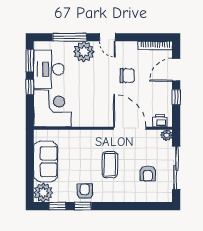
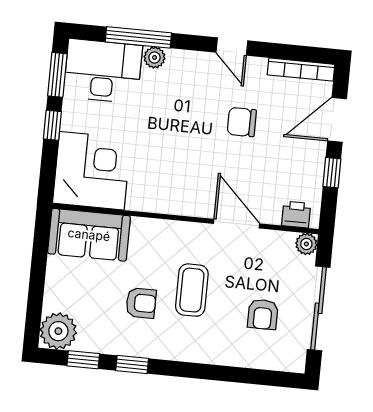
door: (107, 37) -> (232, 47), moved
plant: (84, 52) -> (154, 57), width x0.53, depth x0.53
desk: (49, 69) -> (103, 71), moved, turned 90
chair: (127, 76) -> (242, 122), turned 180
door: (130, 128) -> (237, 224), width x0.73
sofa: (46, 162) -> (89, 235), moved, turned 90
armchair: (85, 191) -> (141, 303), moved, turned 90

